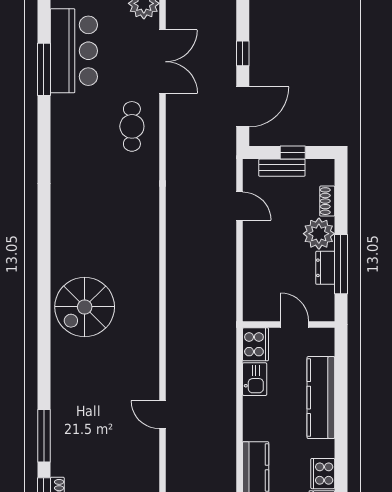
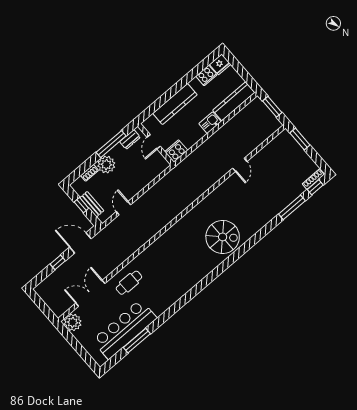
bar counter: (74, 51) -> (125, 329), width x1.36
dresser: (325, 268) -> (130, 139), moved
kitchen sink: (255, 379) -> (210, 123), moved

